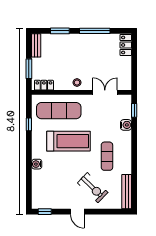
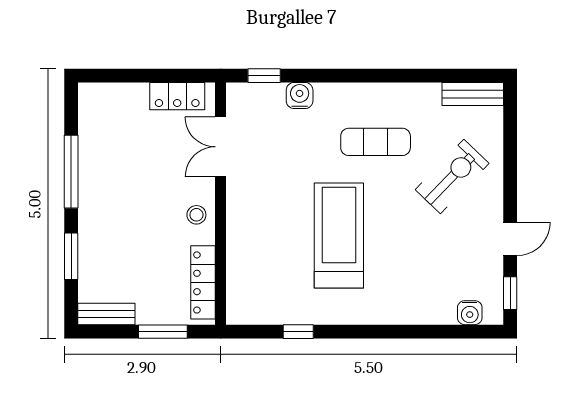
locker: (126, 45) -> (177, 96), moved
locker: (44, 85) -> (203, 282), width x1.53
exercise mat: (59, 111) -> (265, 259), removed
water cooler: (37, 164) -> (470, 313), moved
bench: (127, 192) -> (473, 94), width x0.73
door: (77, 212) -> (510, 239), moved

